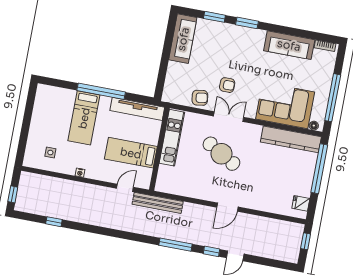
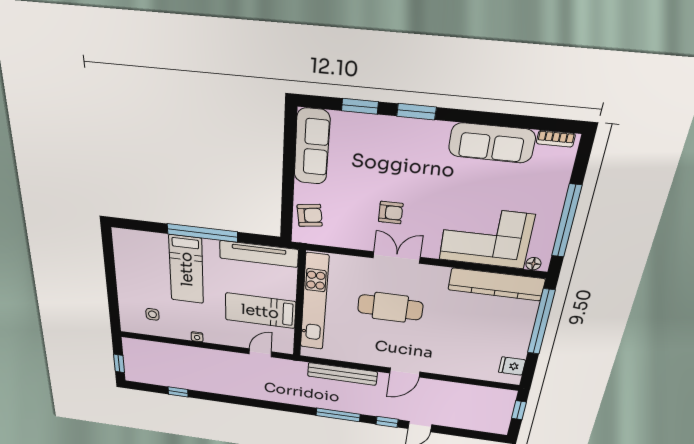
armchair: (200, 98) -> (310, 215), moved
kitchen unit: (172, 138) -> (314, 302), width x1.36
cafe table: (221, 154) -> (390, 307), turned -30
bench: (158, 203) -> (342, 374), moved

